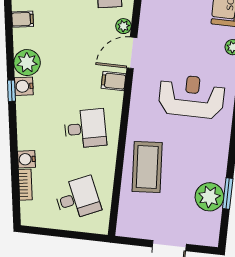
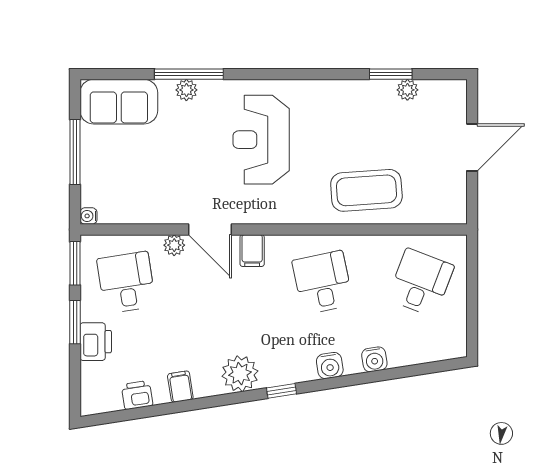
water cooler: (24, 86) -> (330, 366), moved
bookcase: (25, 185) -> (410, 357), removed
plant: (209, 197) -> (407, 90), width x0.53, depth x0.53
desk: (77, 198) -> (421, 282), turned 45

